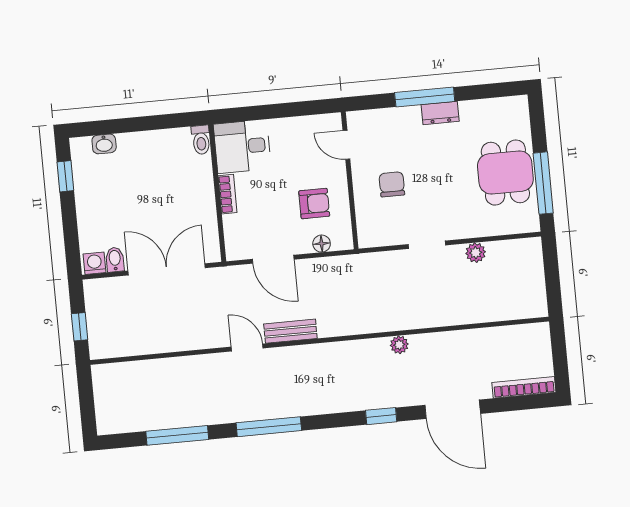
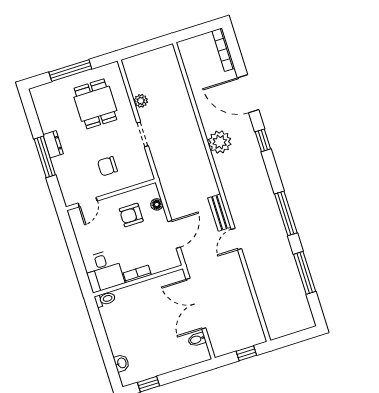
dining table: (505, 173) -> (95, 104), moved, turned 90
window: (543, 183) -> (70, 71), moved
armchair: (314, 204) -> (131, 215), turned -90
washing machine: (94, 263) -> (202, 352), removed
plant: (399, 345) -> (220, 142), width x1.88, depth x1.88
door: (453, 409) -> (248, 94), swing flipped

